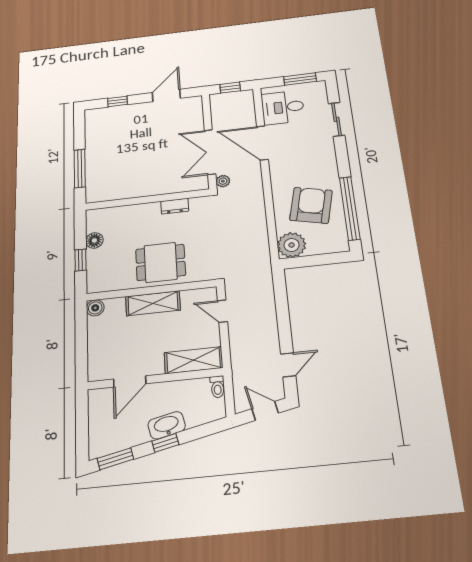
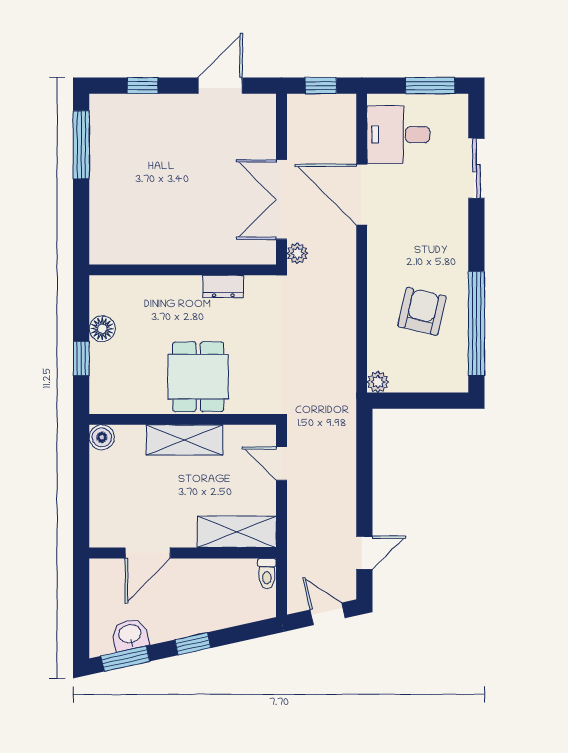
window: (80, 168) -> (81, 145), moved
armchair: (311, 205) -> (422, 311), width x0.73, depth x0.73
plant: (292, 245) -> (378, 382), width x0.53, depth x0.53
dining table: (161, 262) -> (198, 377), turned 90
washbasin: (167, 425) -> (130, 635), moved, width x0.72

